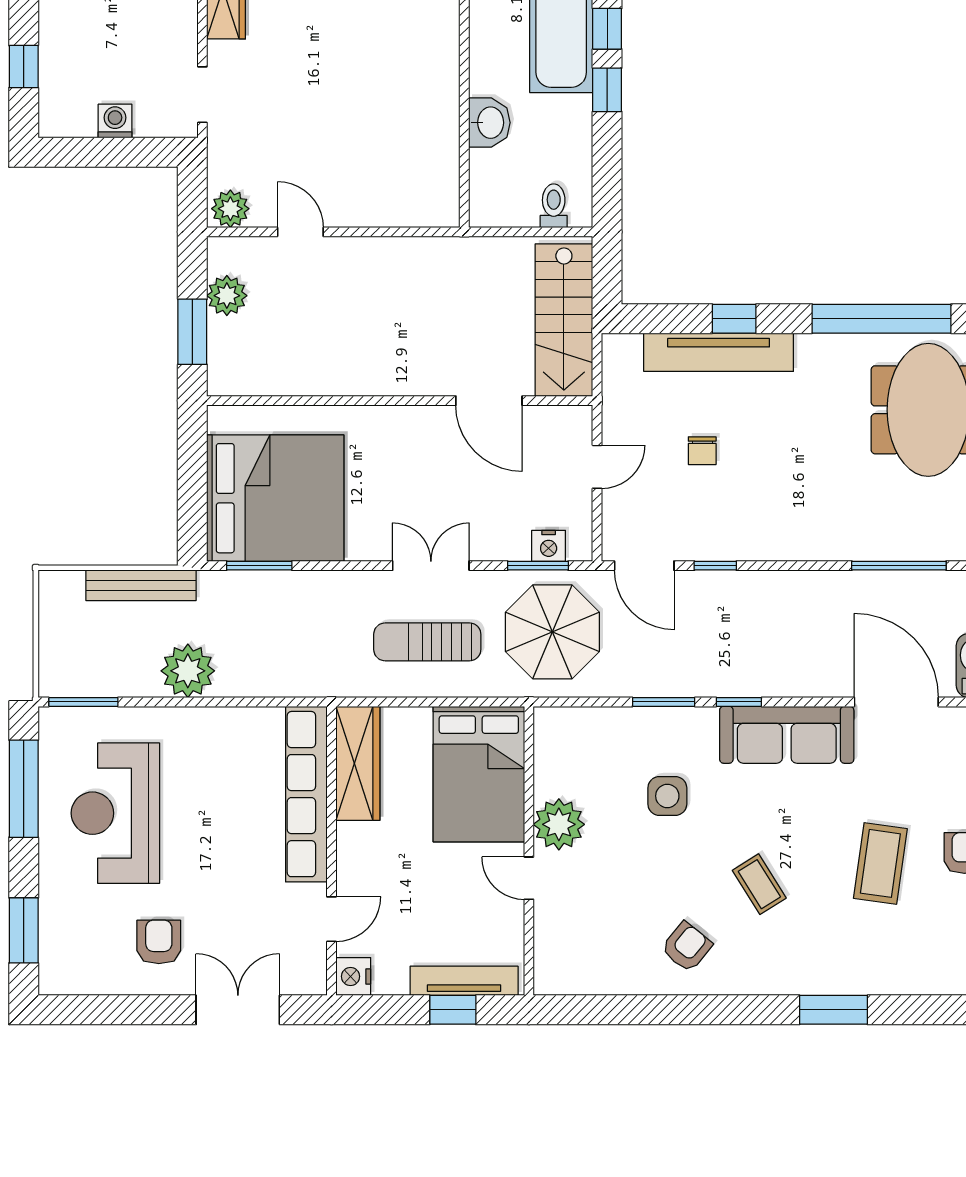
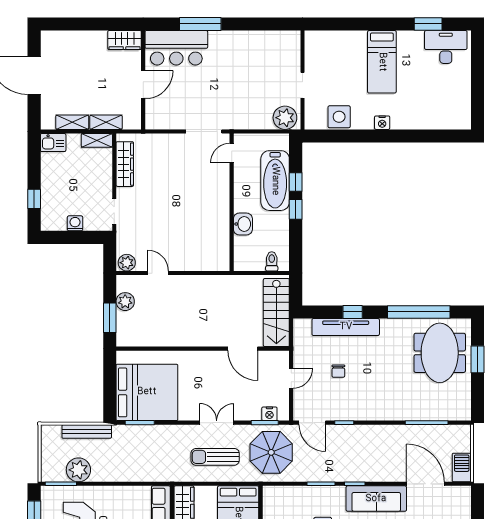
plant: (188, 671) -> (78, 470), moved

